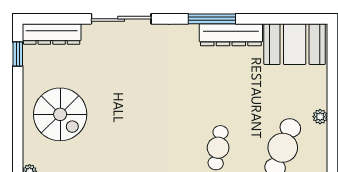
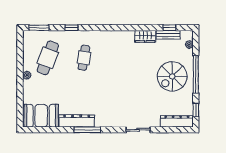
sliding door: (121, 19) -> (138, 130), width x0.73
spiral stairs: (60, 114) -> (172, 76), turned -90
window: (18, 118) -> (196, 74), added

